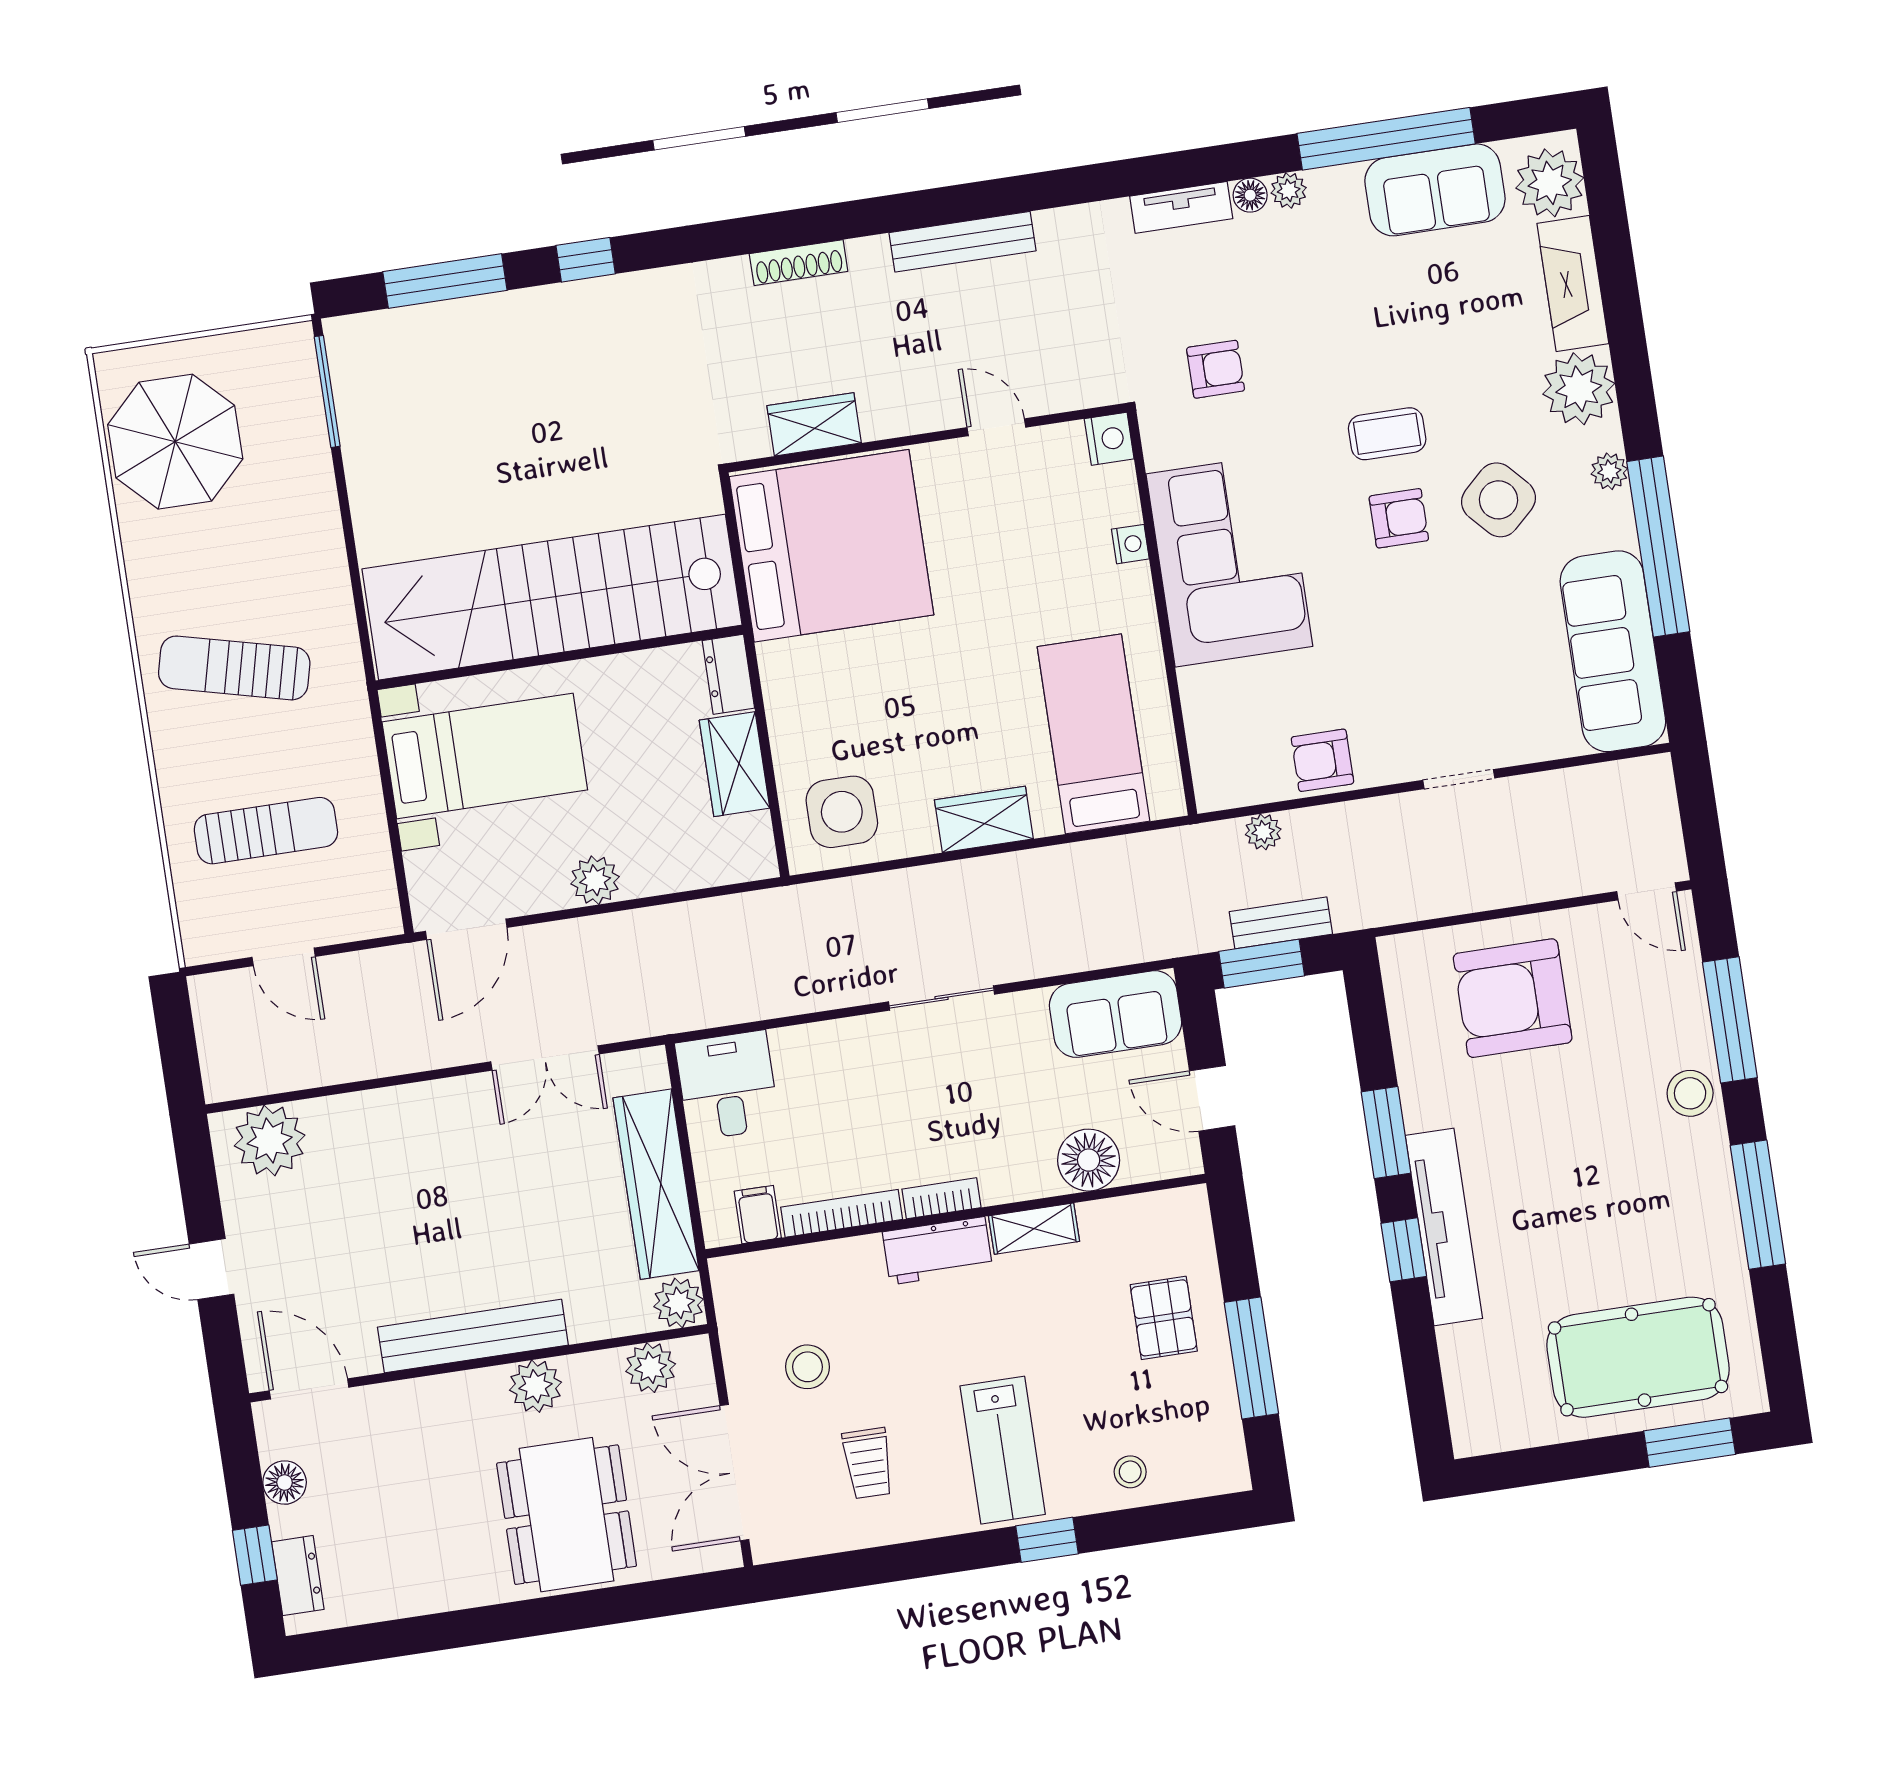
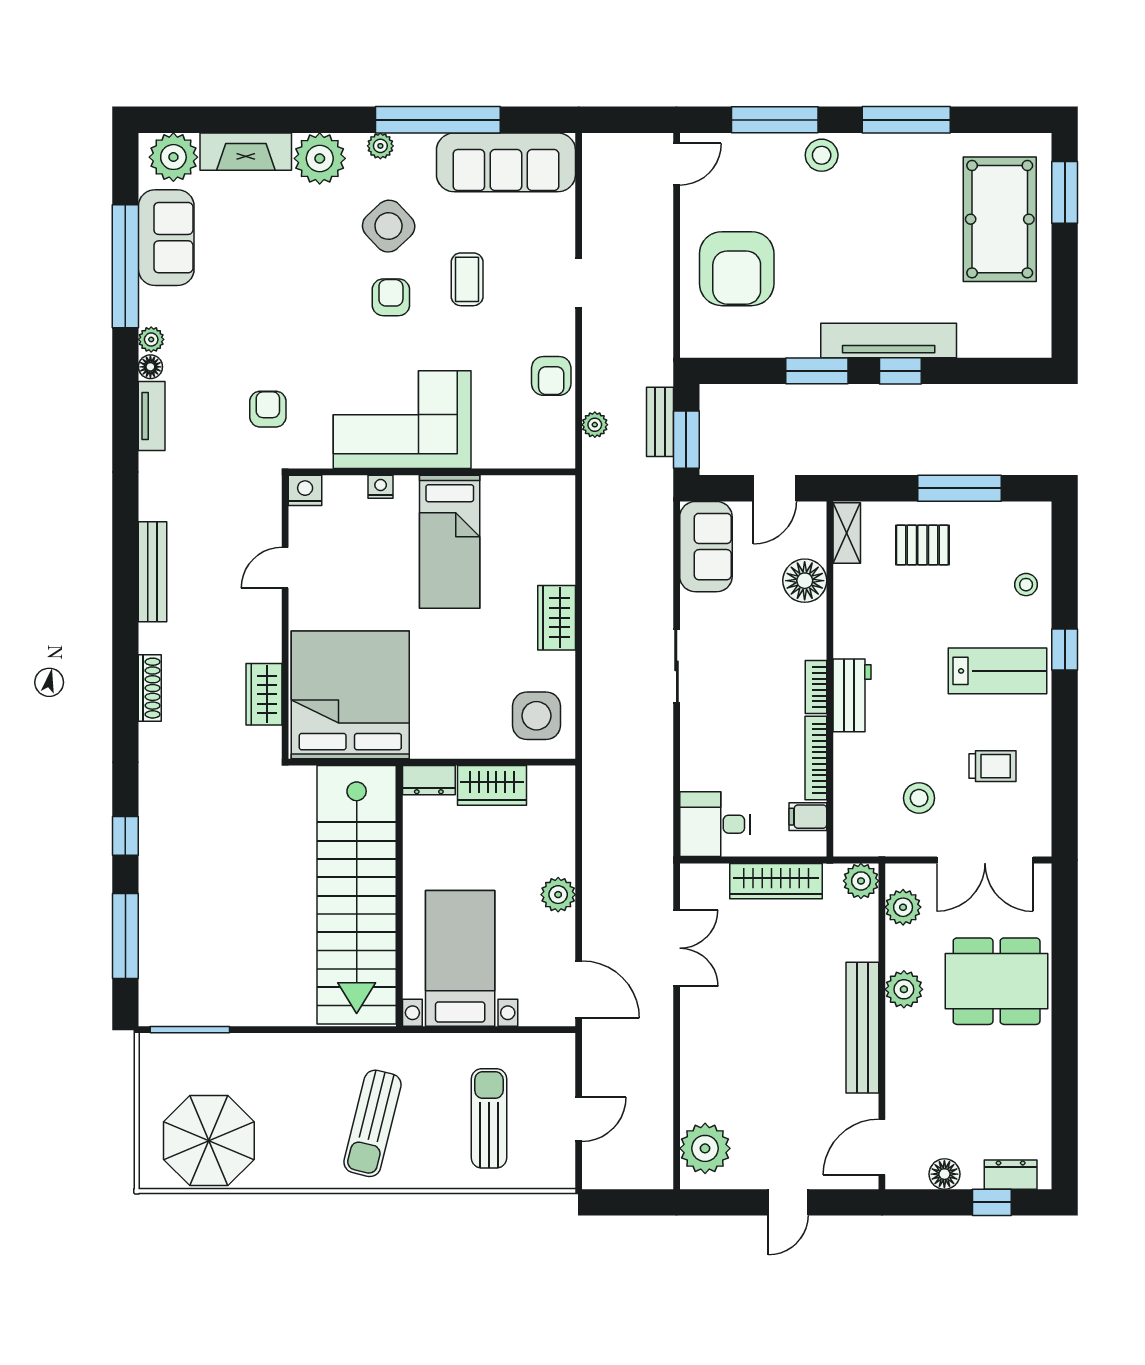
coffee table: (1387, 434) -> (467, 279), moved
bed: (1093, 734) -> (450, 542), moved, turned -90
wardrobe: (656, 1184) -> (776, 881), width x0.71, depth x0.85
shelving: (1034, 1229) -> (847, 533), moved

